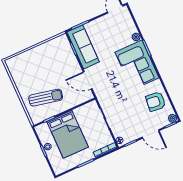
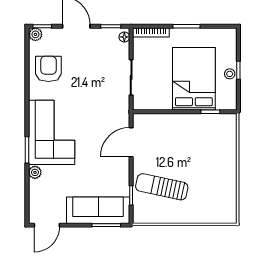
sofa: (83, 47) -> (98, 210), moved, turned 90
door: (88, 80) -> (131, 142), swing flipped
sun lounger: (46, 98) -> (162, 187), moved
armchair: (156, 101) -> (48, 69), turned -96

